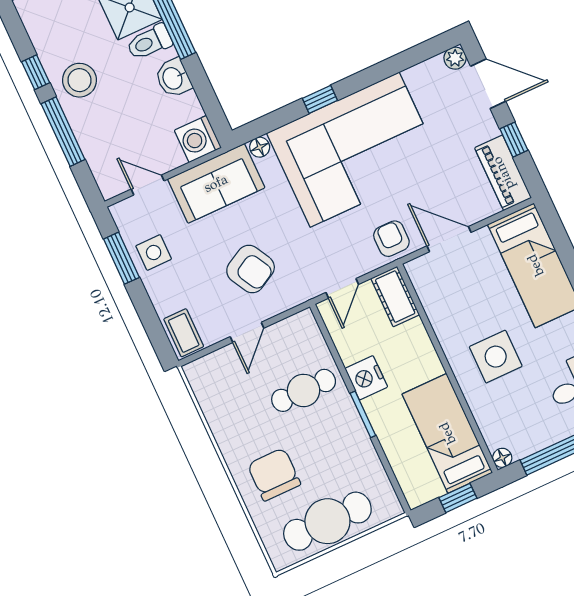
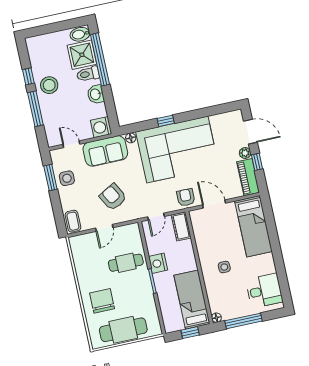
plant: (455, 58) -> (245, 153), moved
armchair: (251, 269) -> (113, 197), turned 180
side table: (496, 357) -> (224, 267), width x0.54, depth x0.54

